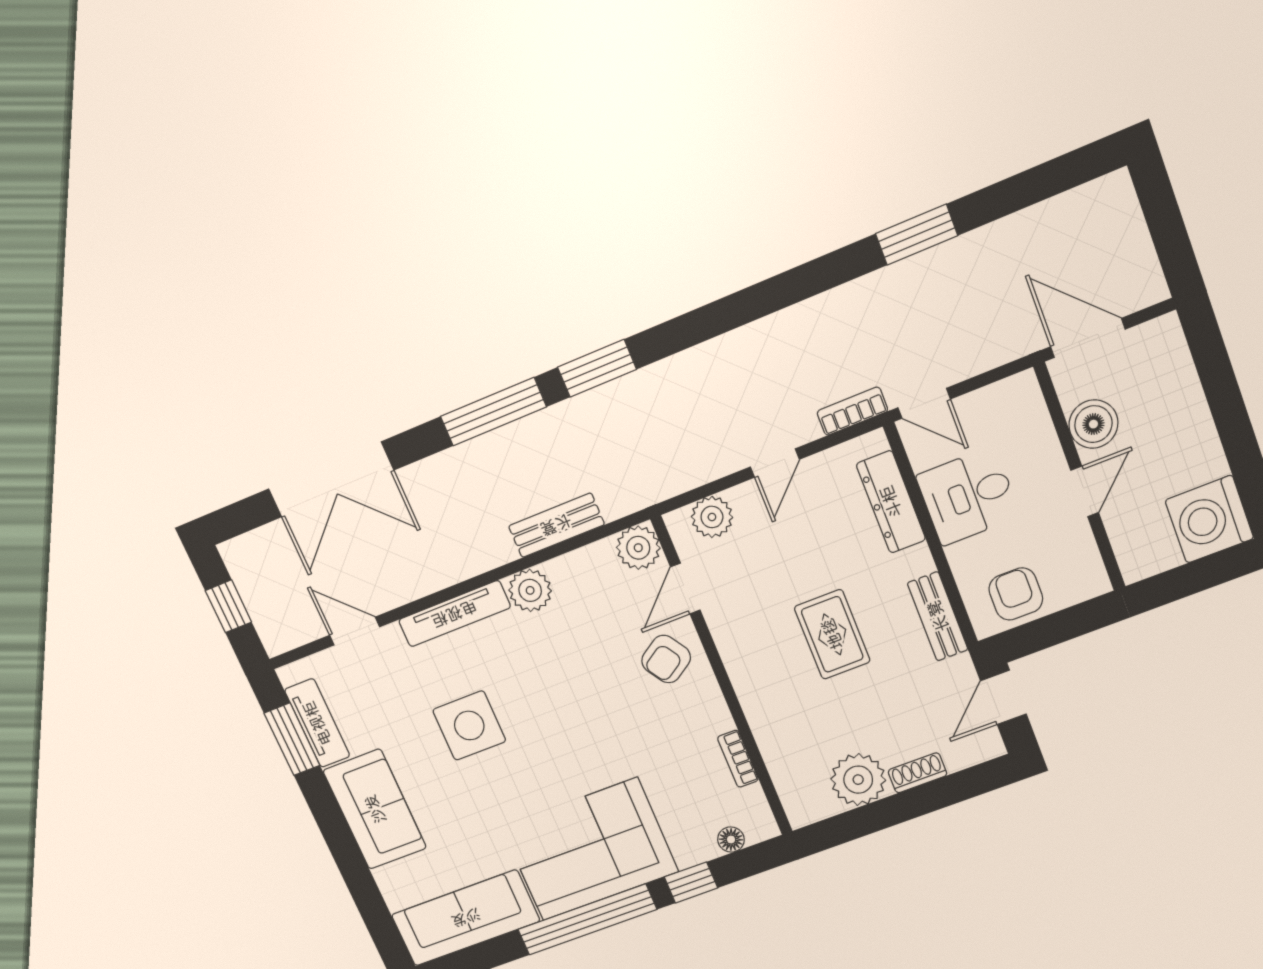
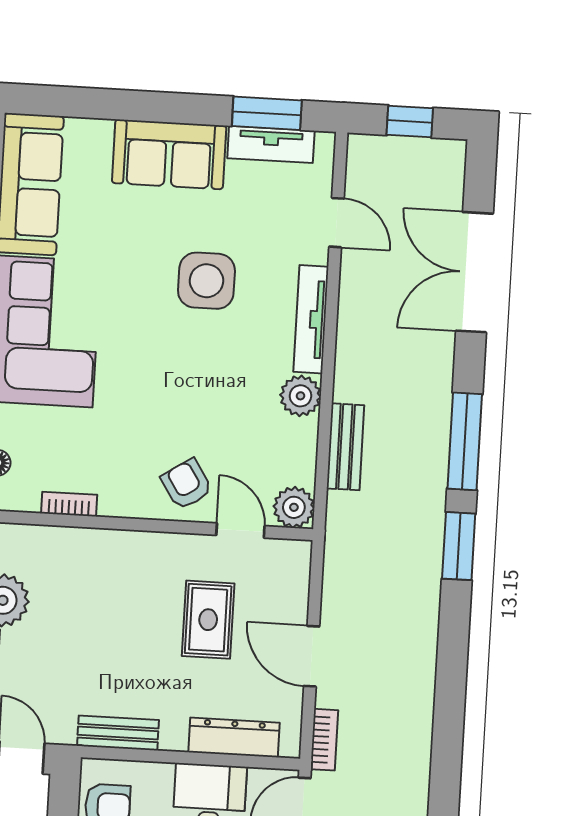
door: (775, 463) -> (312, 656), width x1.38
plant: (712, 517) -> (291, 582), removed
door: (355, 631) -> (337, 223), hinge flipped
rug: (832, 634) -> (208, 620), moved, turned 90

